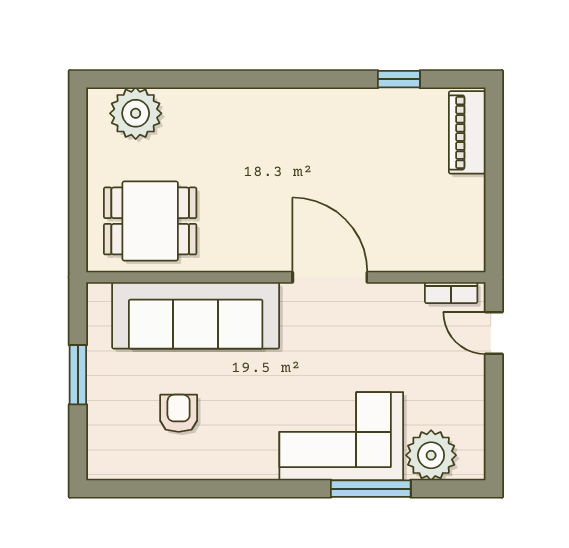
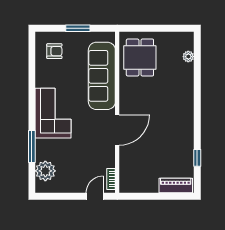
plant: (136, 113) -> (188, 57), width x0.53, depth x0.53
armchair: (179, 413) -> (54, 51), moved
corner sofa: (341, 436) -> (53, 113), moved

